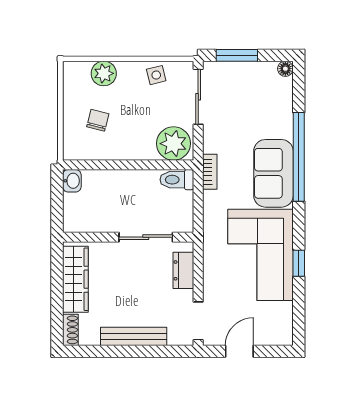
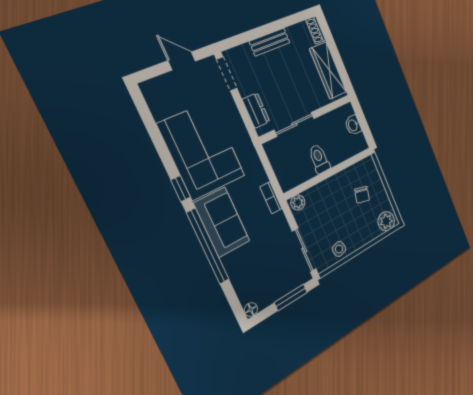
plant: (104, 73) -> (386, 221), moved
plant: (174, 144) -> (298, 203), width x0.53, depth x0.53
toilet: (177, 180) -> (319, 159), moved, turned -90
washbasin: (72, 181) -> (353, 125), moved
window: (299, 263) -> (181, 189), moved
bench: (134, 336) -> (270, 42), width x0.73
door: (239, 351) -> (182, 61), swing flipped

